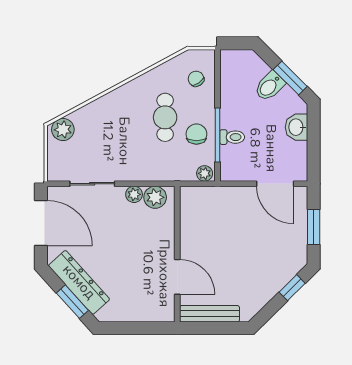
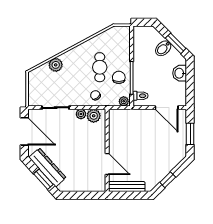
chair: (196, 79) -> (95, 95), moved
plant: (63, 130) -> (56, 65), moved
toilet: (232, 137) -> (141, 96), moved
window: (292, 288) -> (168, 180), moved

